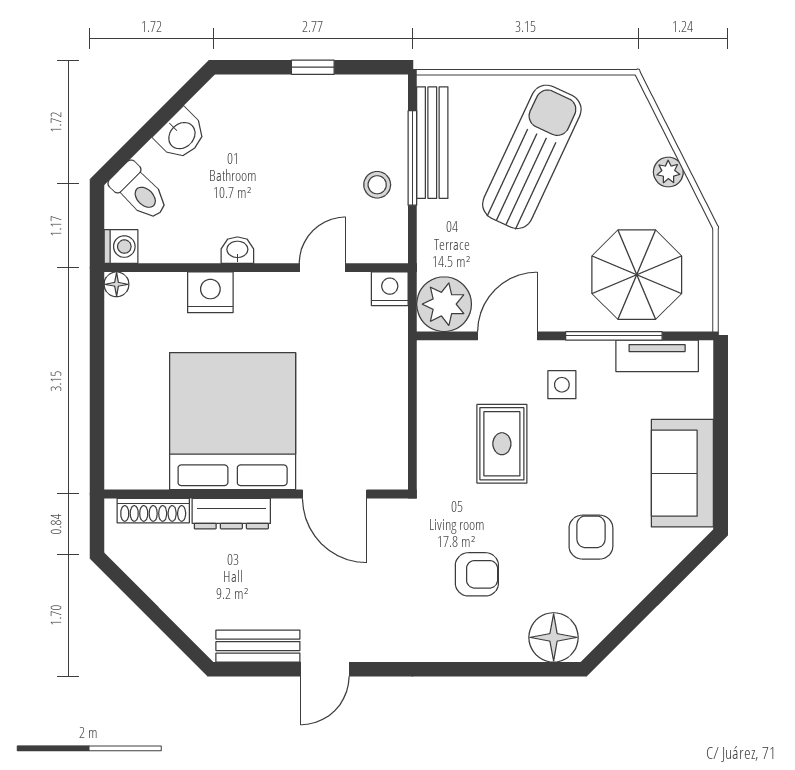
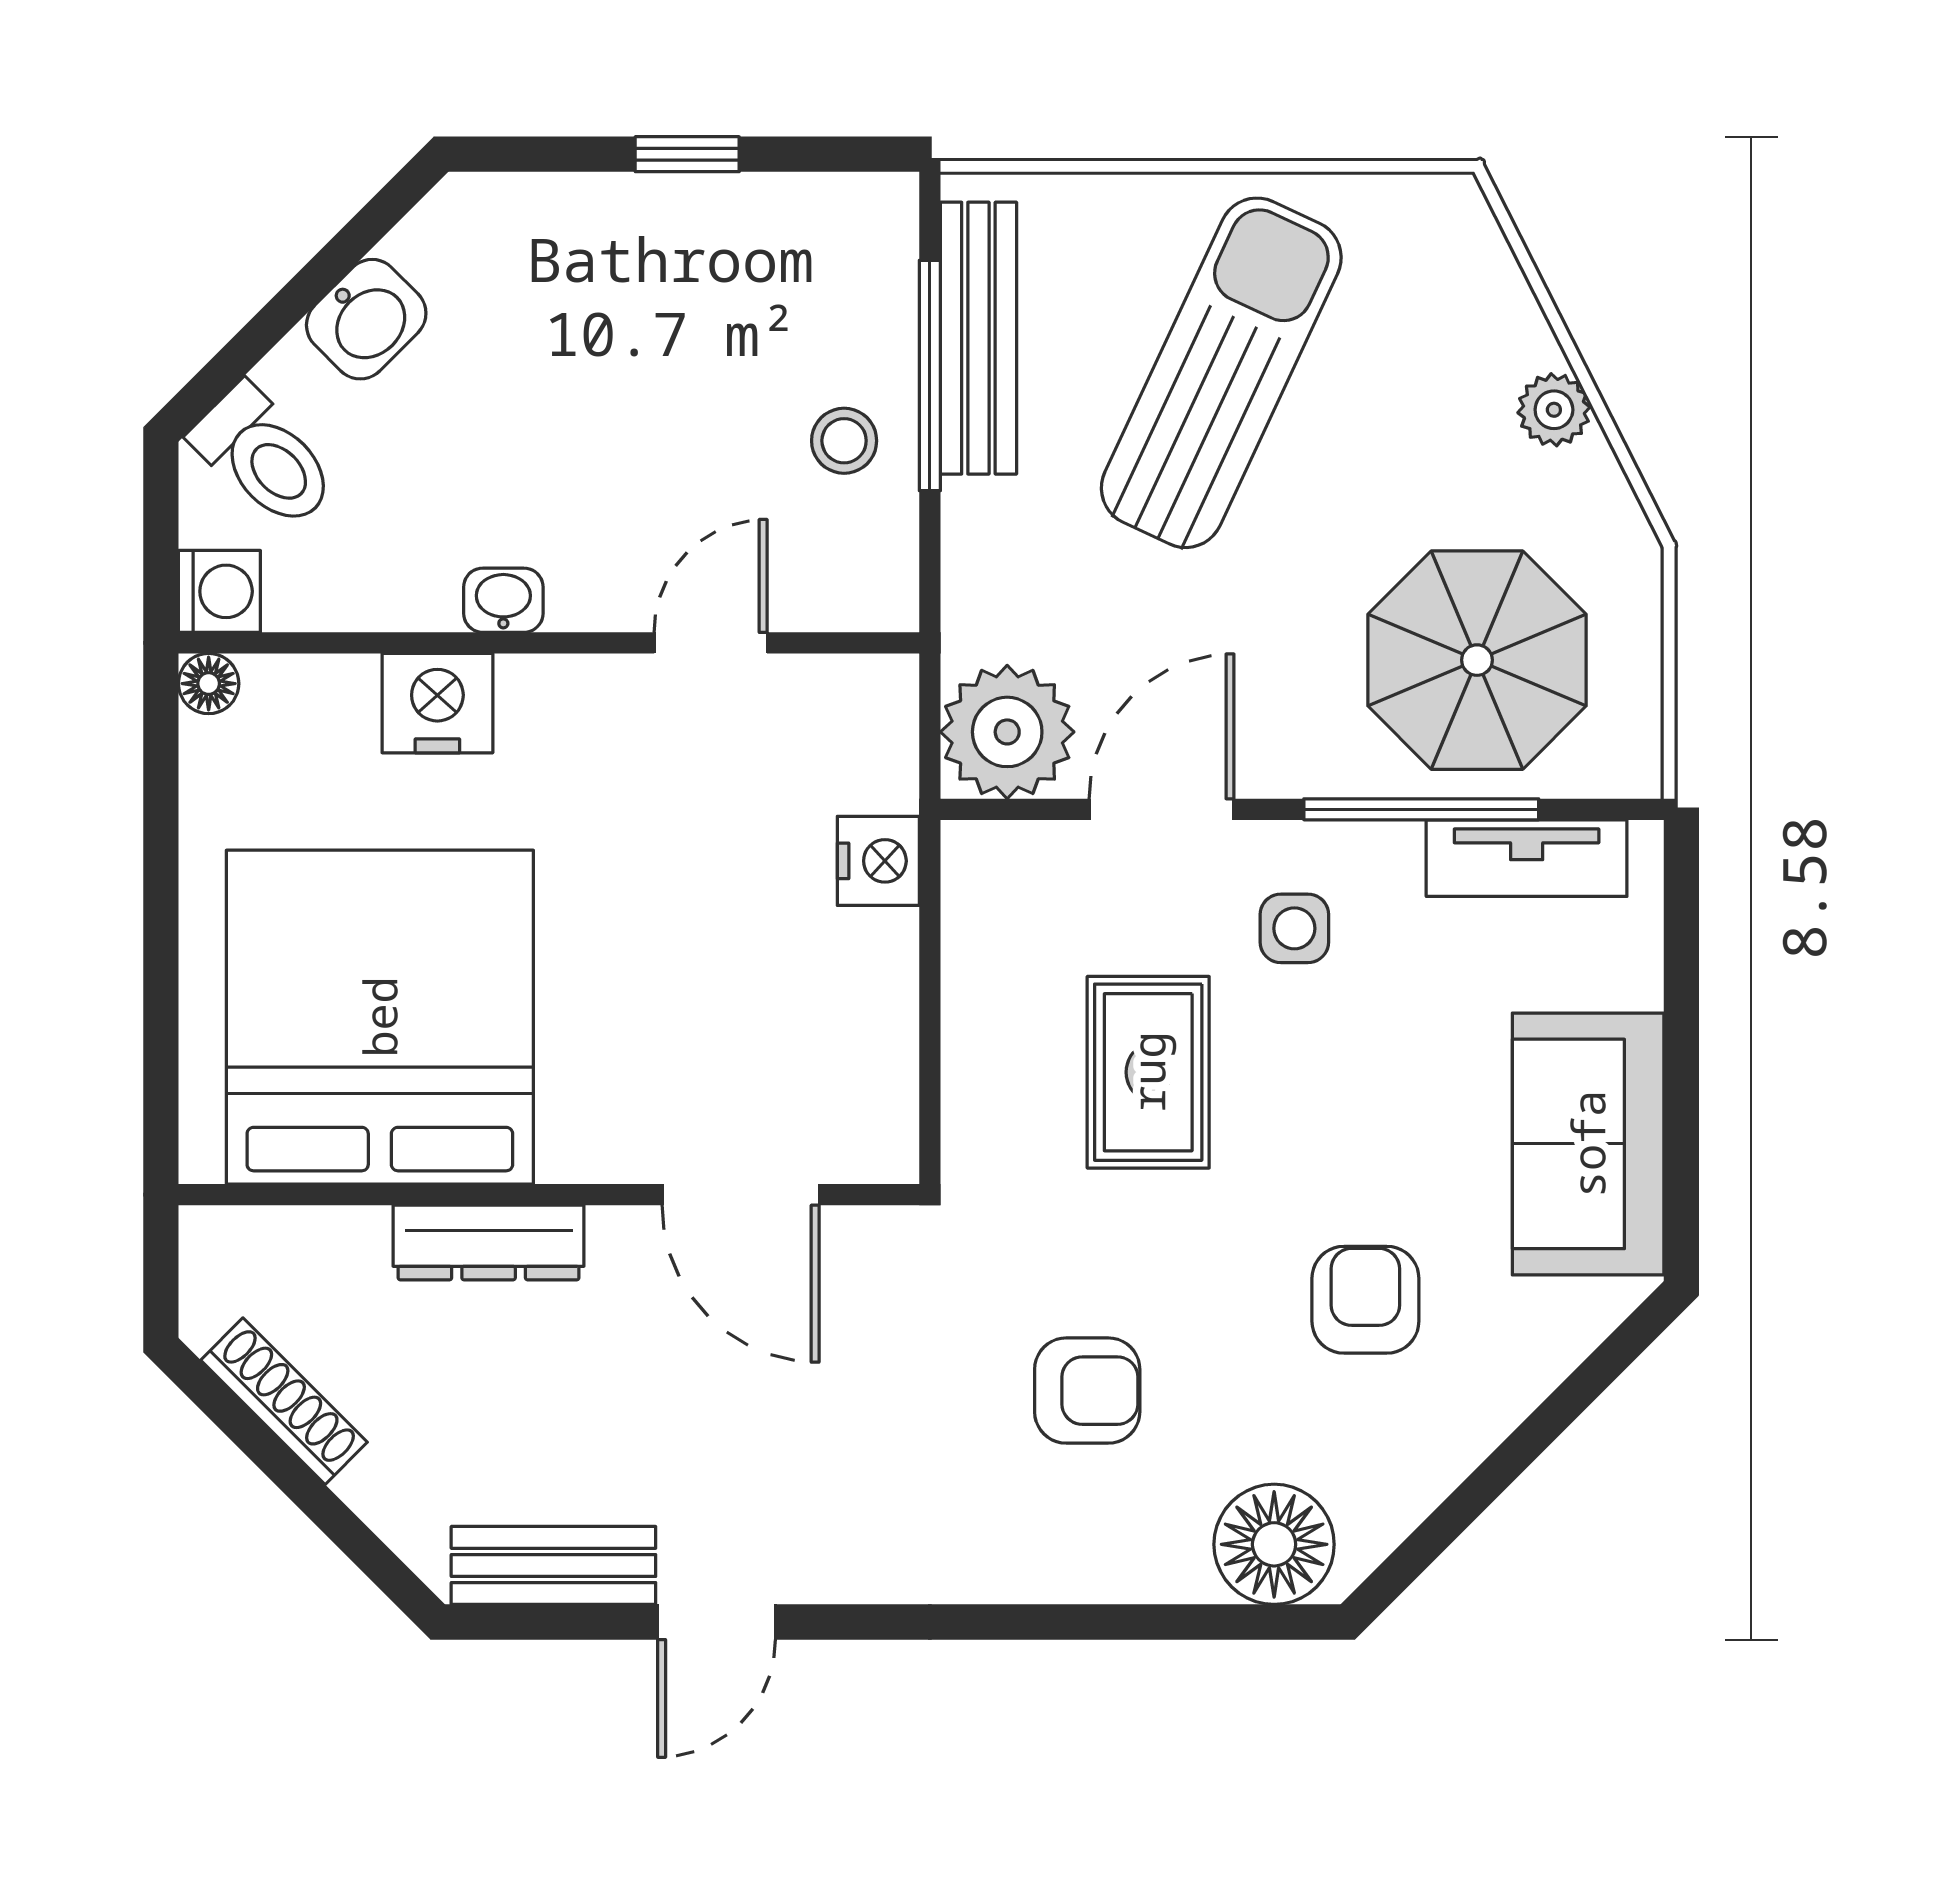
nightstand: (390, 289) -> (878, 861), moved, turned 90
bed: (233, 421) -> (380, 1017), moved
shoe rack: (153, 511) -> (284, 1401), moved, turned -135

